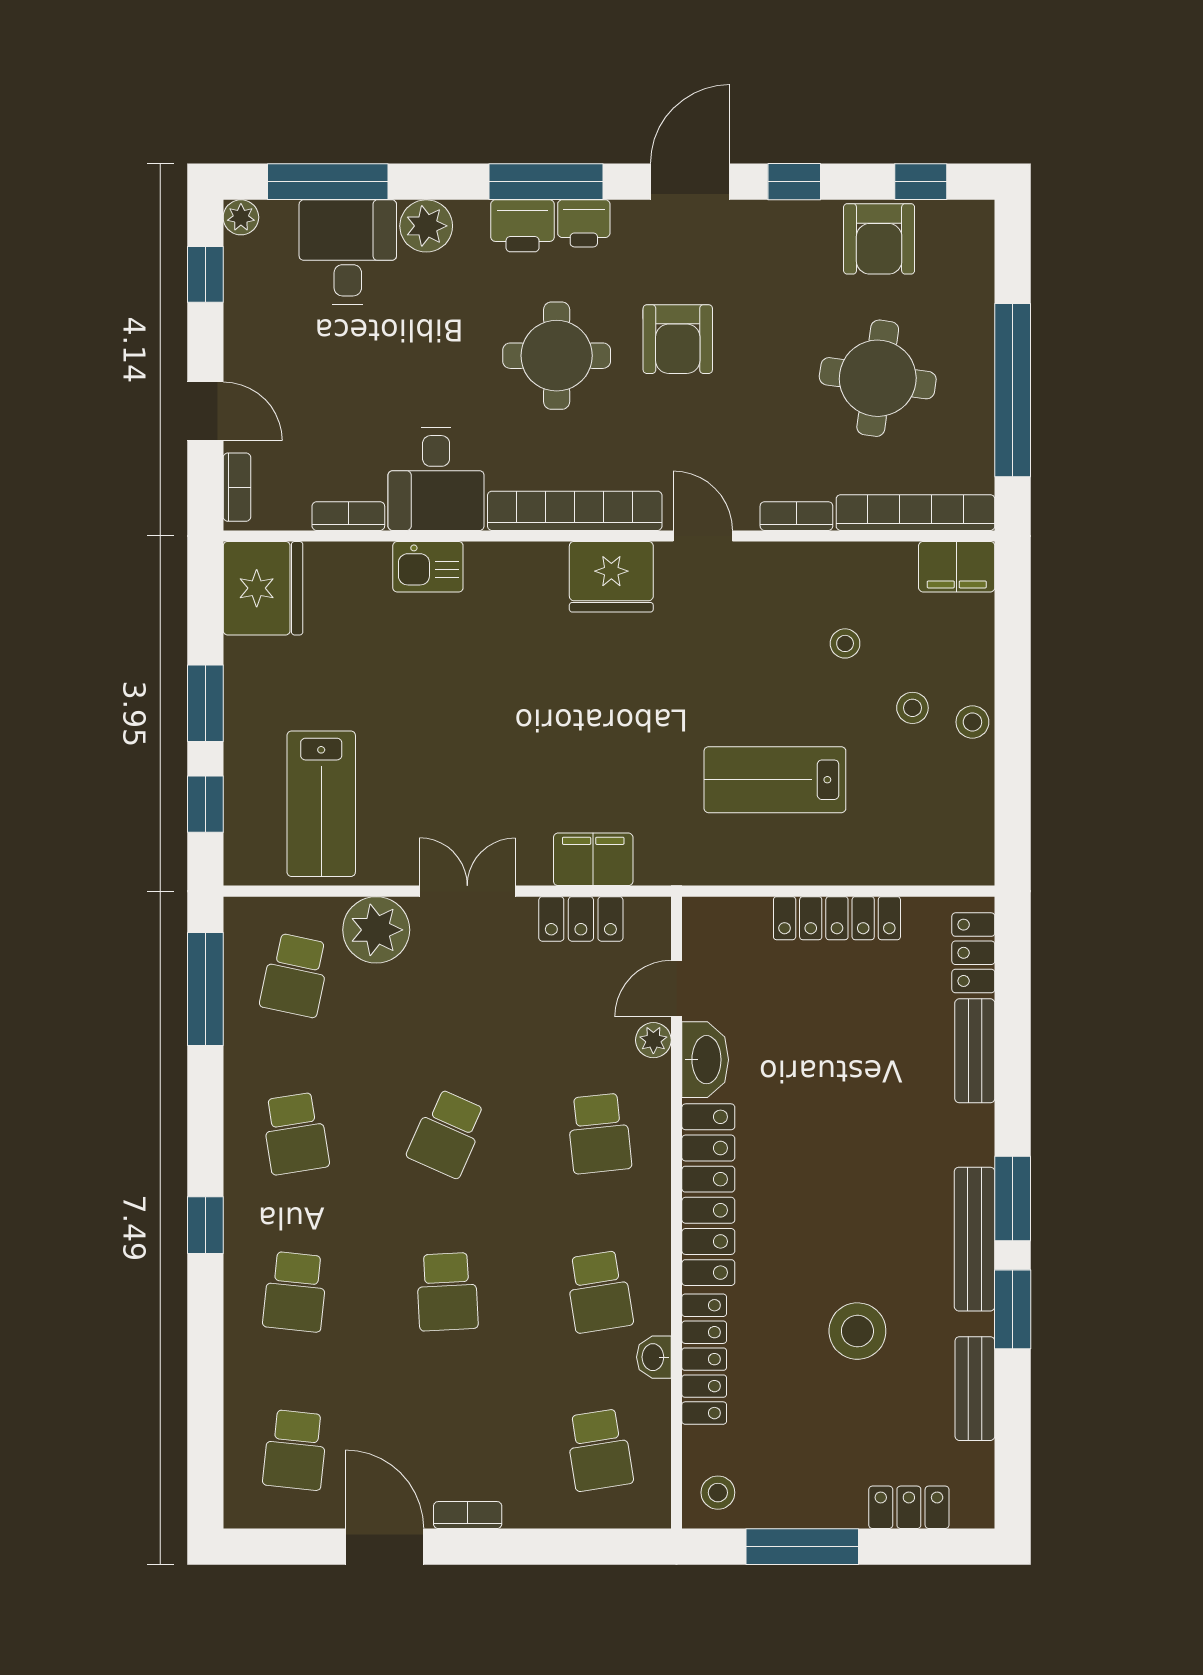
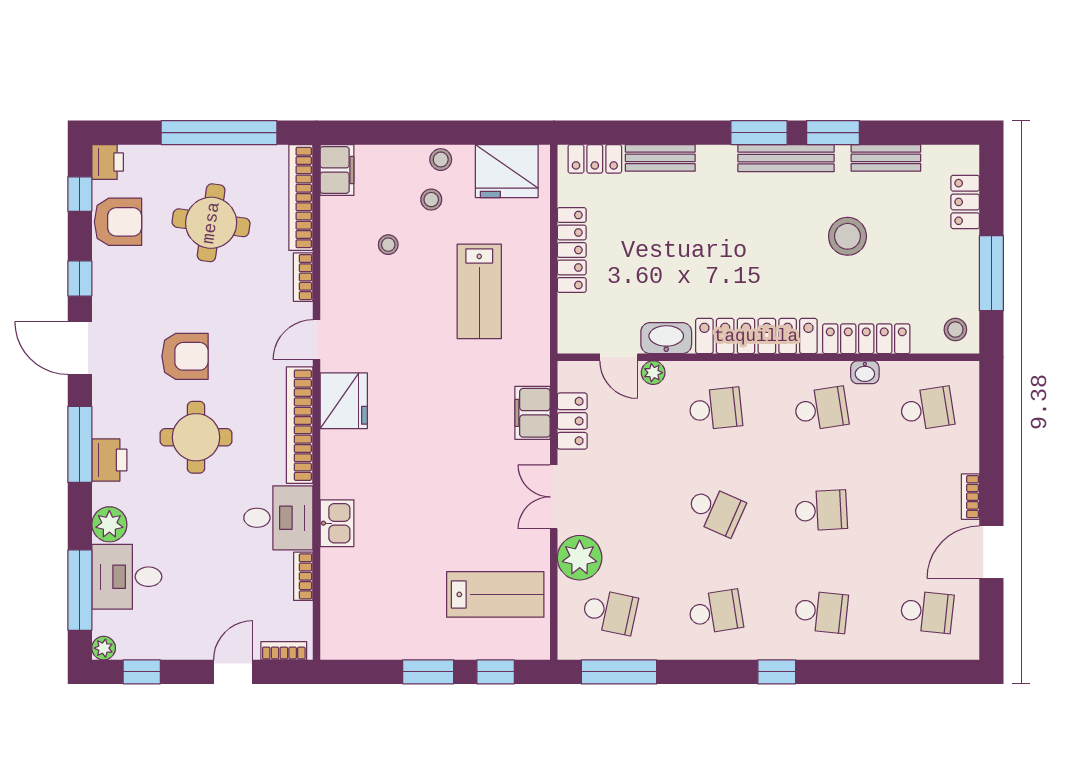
printer: (584, 223) -> (108, 162), moved
fridge: (263, 588) -> (507, 171), moved, turned 180

